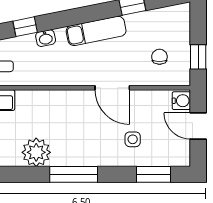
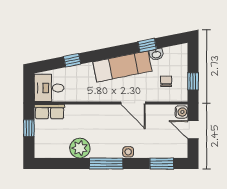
exam couch: (96, 31) -> (122, 66), width x1.36, depth x1.45
washbasin: (46, 38) -> (156, 54), moved
side table: (133, 139) -> (128, 152), moved

